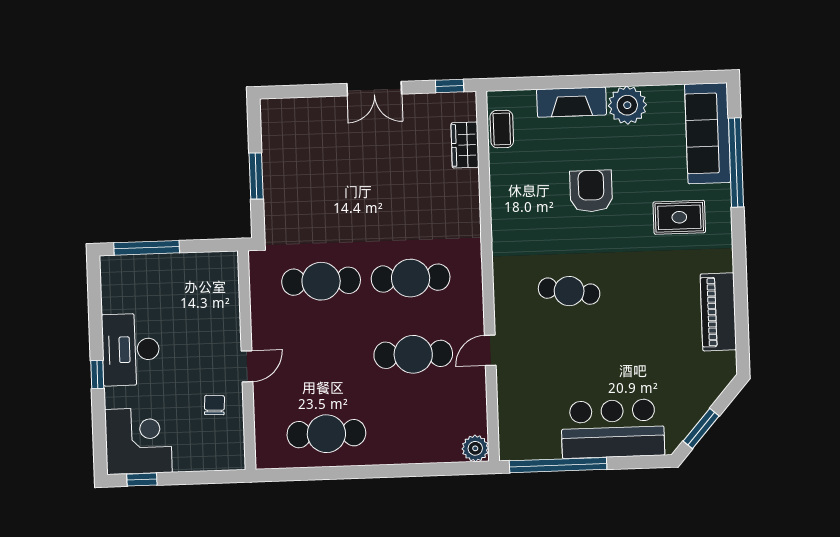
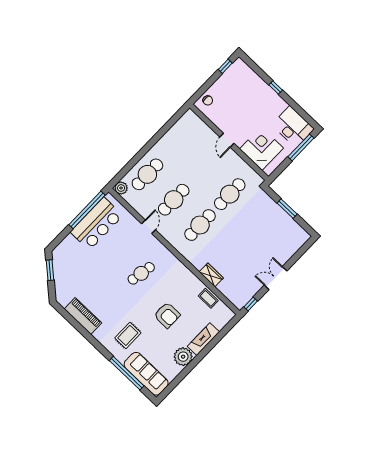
coffee table: (502, 129) -> (208, 298), moved
wardrobe: (465, 145) -> (211, 275), moved
desk: (131, 350) -> (293, 127), moved
chair: (214, 405) -> (208, 100), moved
bar counter: (613, 429) -> (97, 224), moved
cafe table: (326, 434) -> (147, 174), moved
corner desk: (138, 441) -> (262, 149), moved, turned 180

